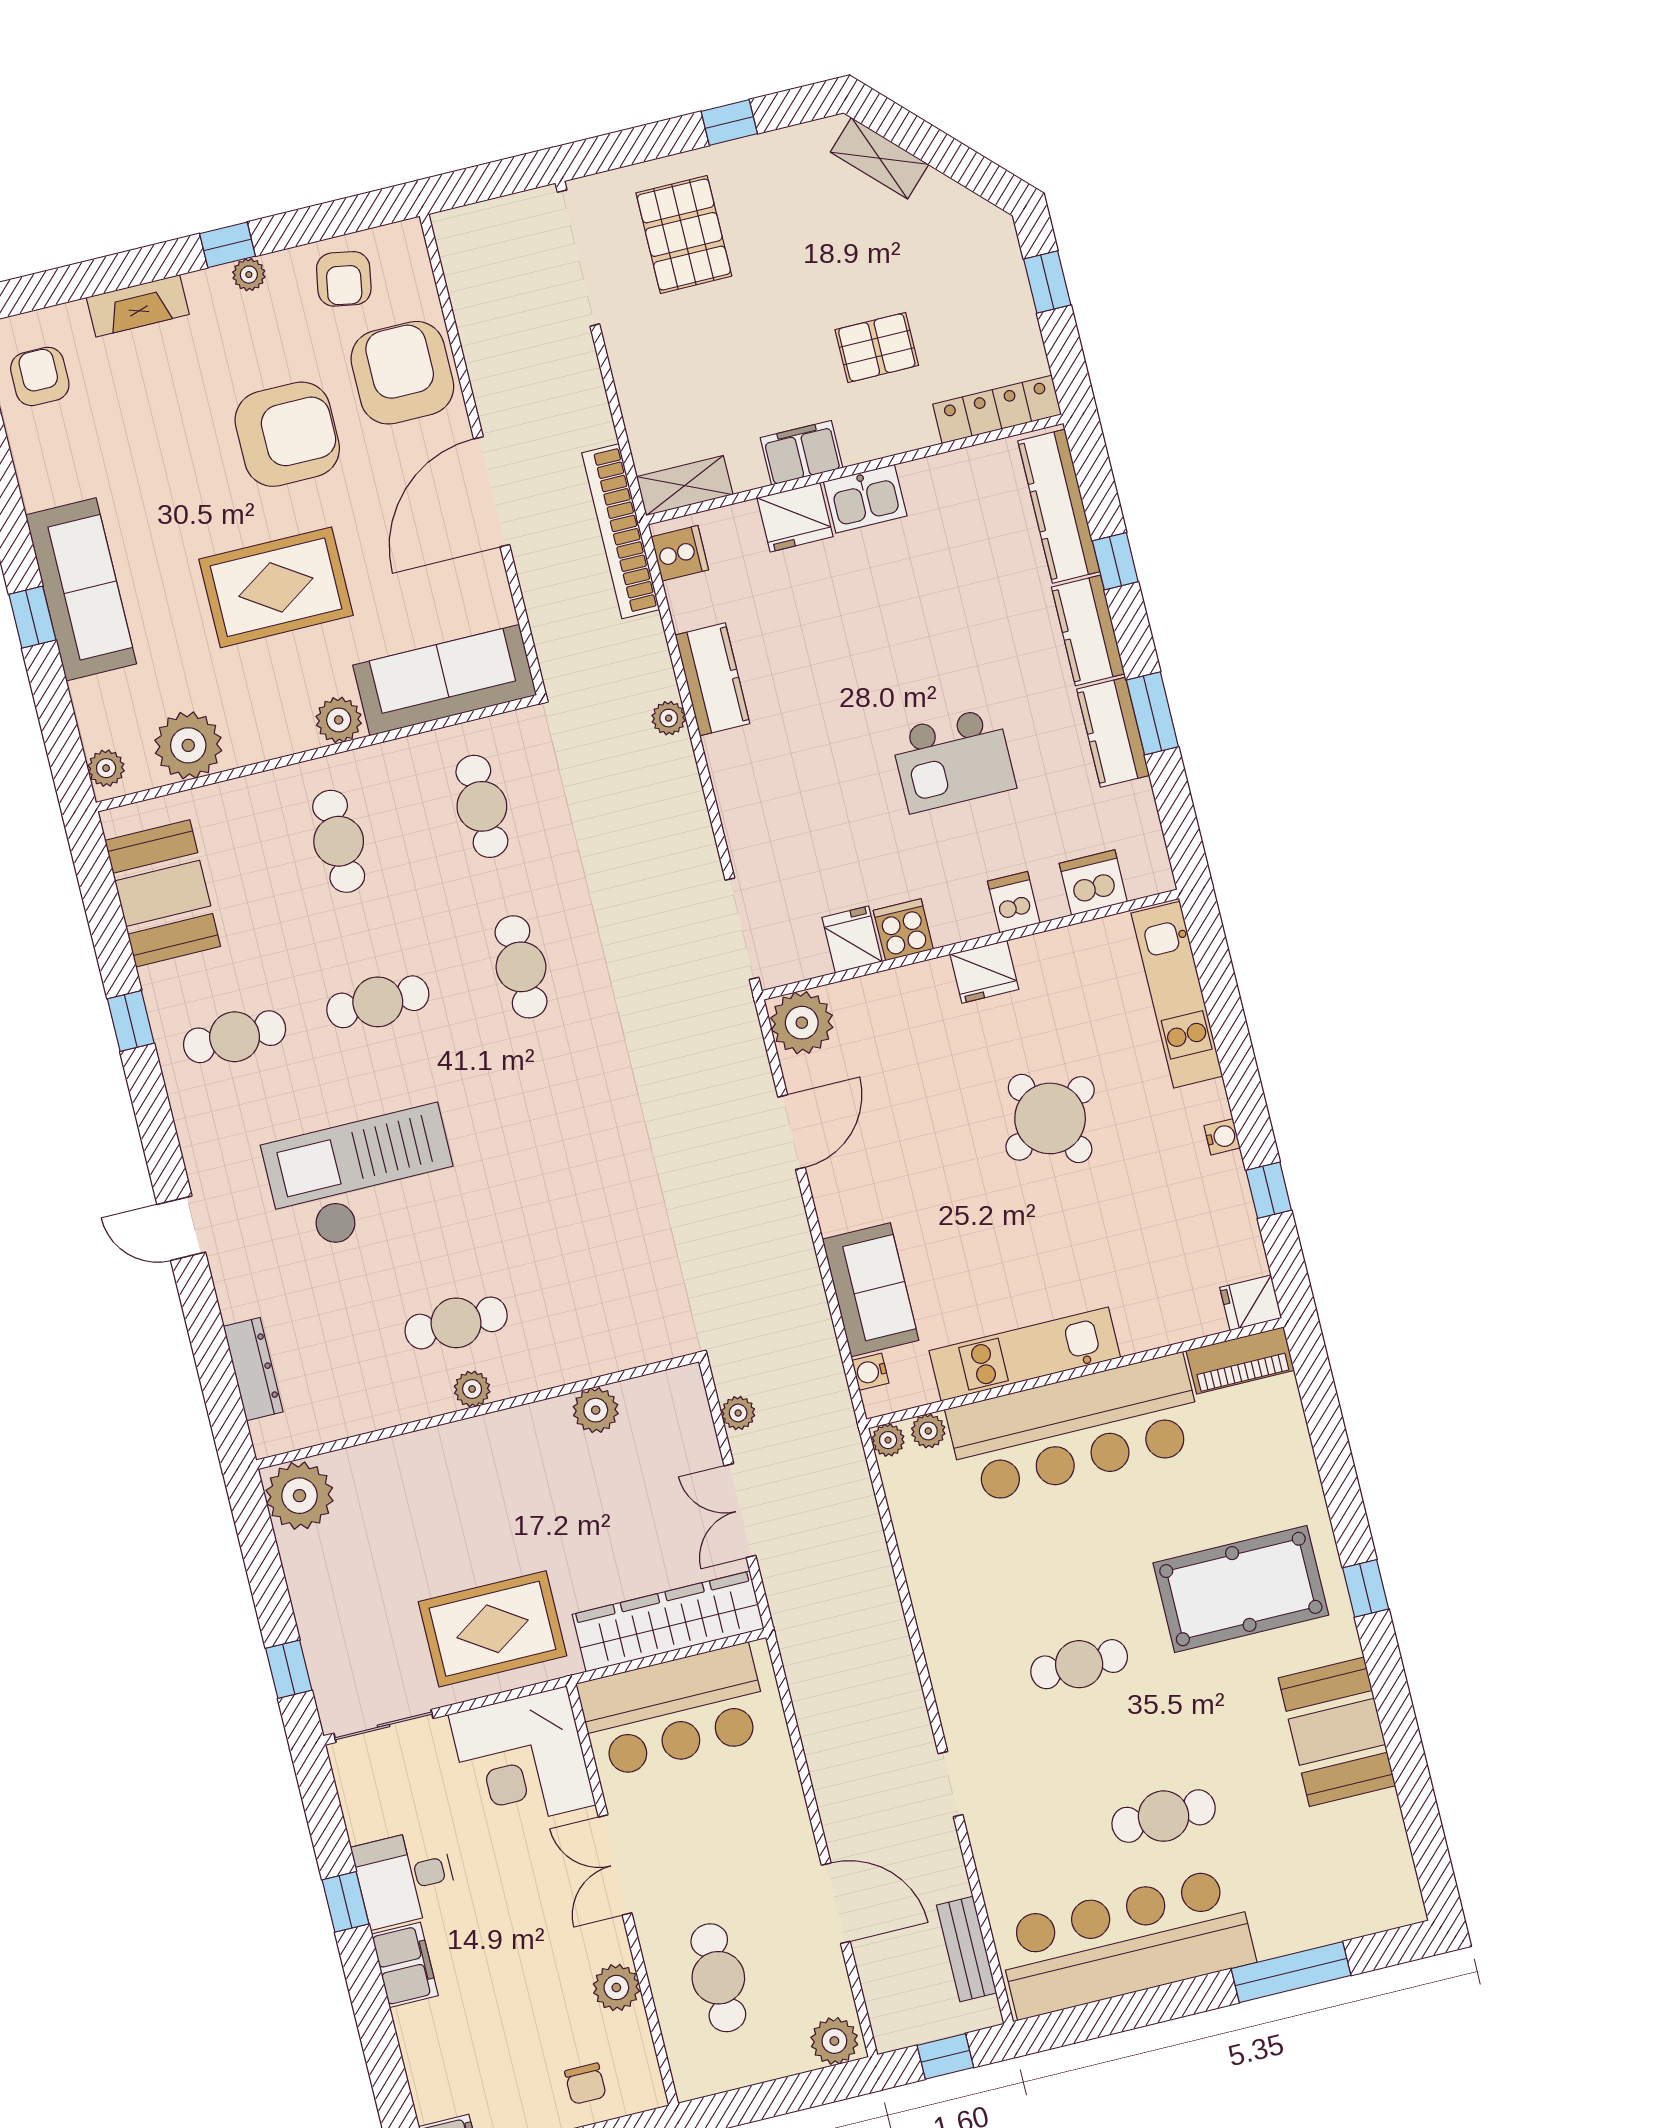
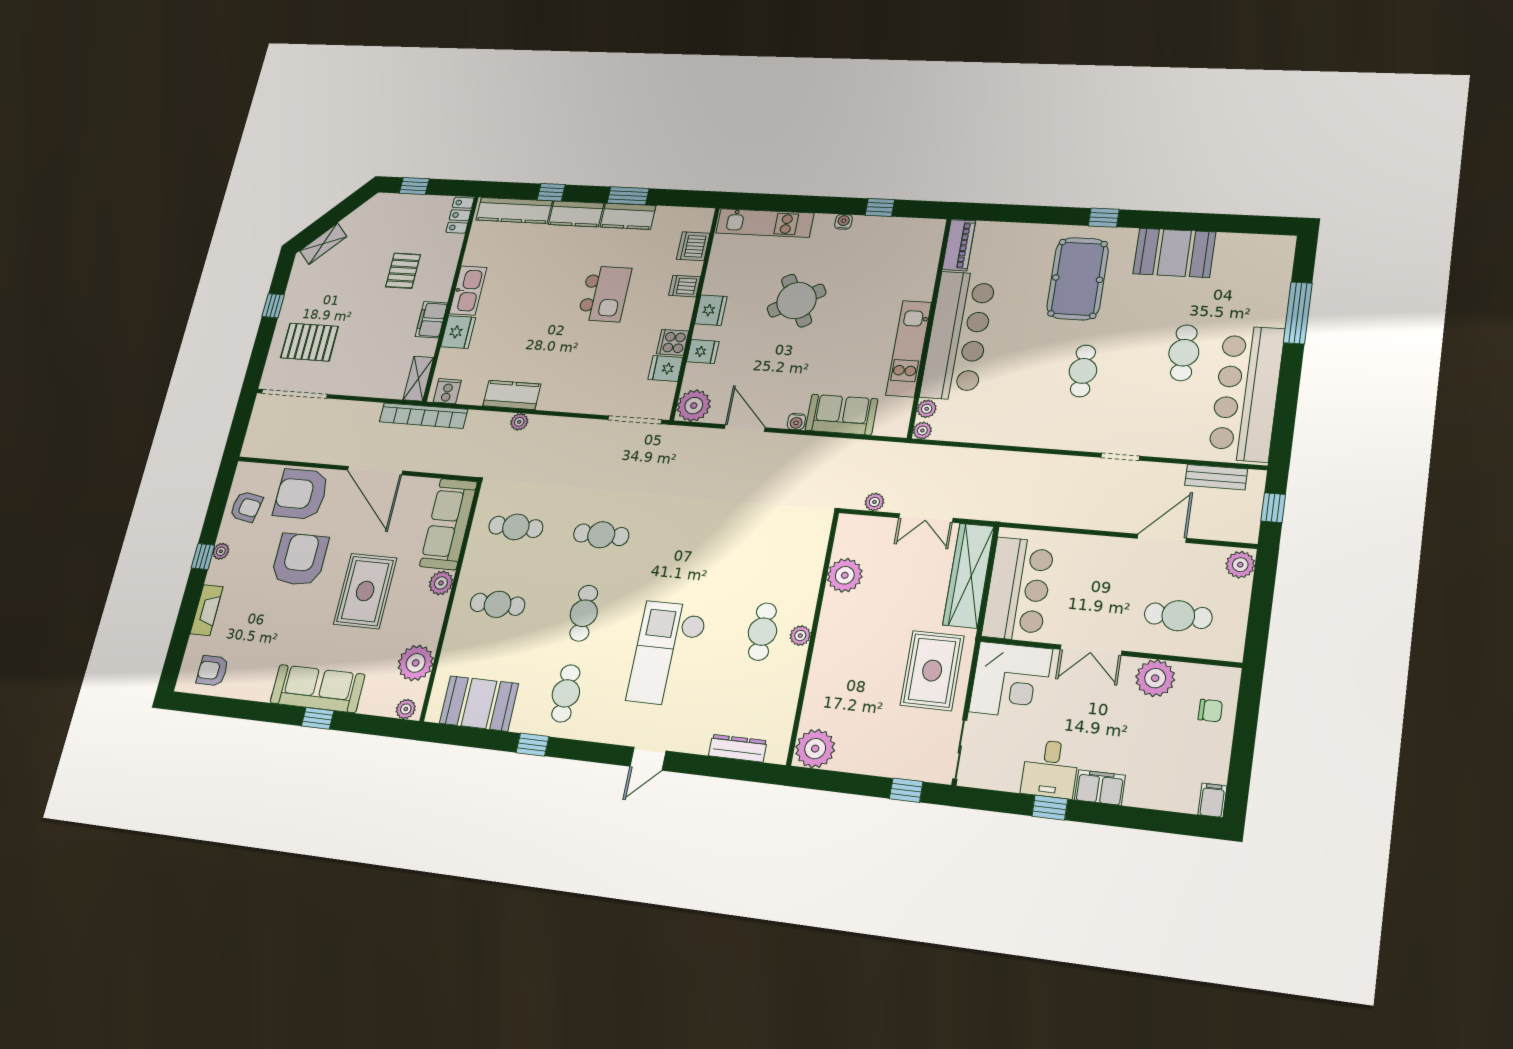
locker: (997, 409) -> (460, 215), width x0.66
kitchen sink: (865, 499) -> (468, 291), width x1.38
fridge: (1251, 1303) -> (703, 352), moved, turned -90
water cooler: (870, 1372) -> (796, 422), moved
plant: (596, 1410) -> (845, 575), width x1.36, depth x1.36
plant: (616, 1988) -> (1155, 678), width x1.36, depth x1.36

